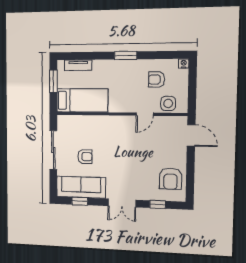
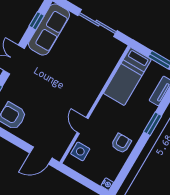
window: (126, 55) -> (153, 124), moved
armchair: (157, 79) -> (121, 143), moved
armchair: (85, 157) -> (75, 49), removed

